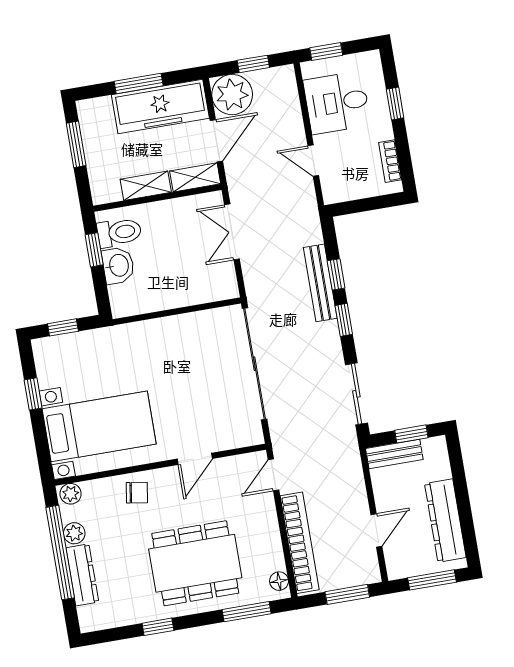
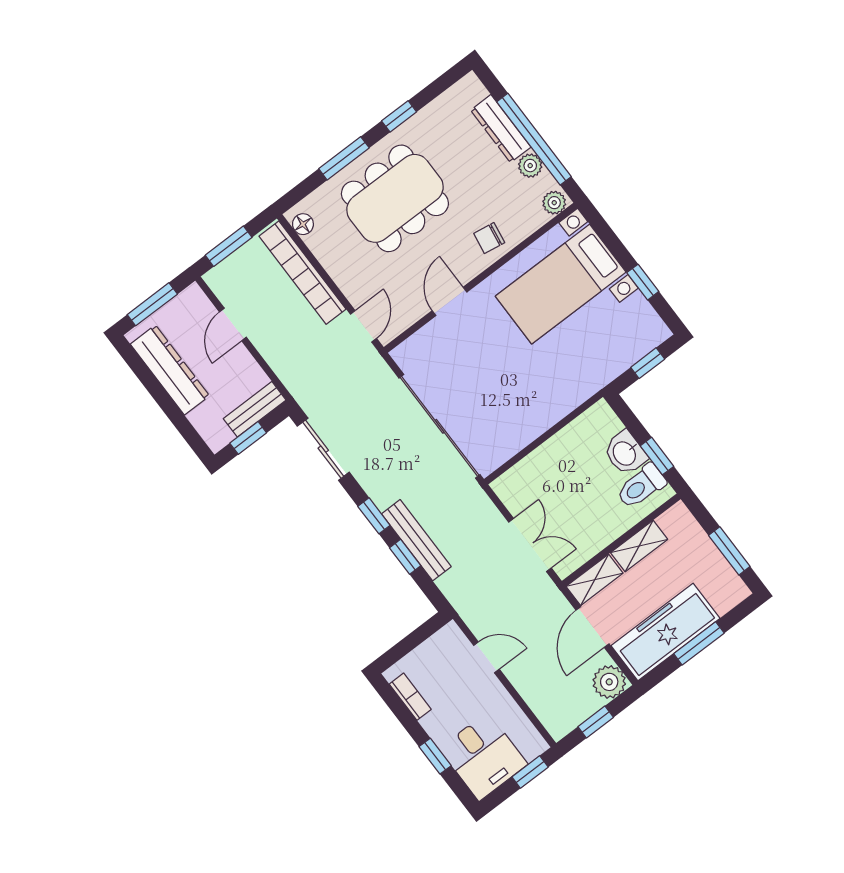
plant: (232, 95) -> (609, 682), width x0.73, depth x0.73
desk: (337, 103) -> (483, 756), moved, turned 90
window: (247, 612) -> (344, 158), moved

